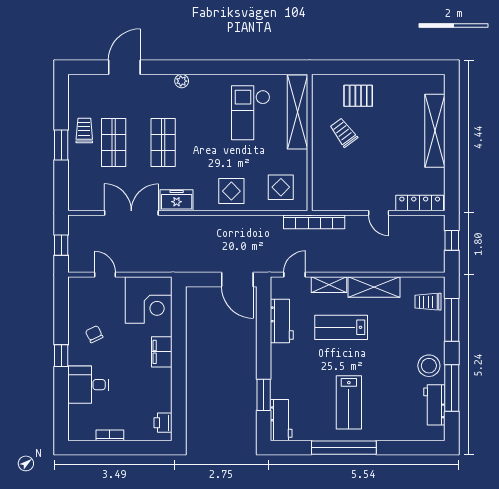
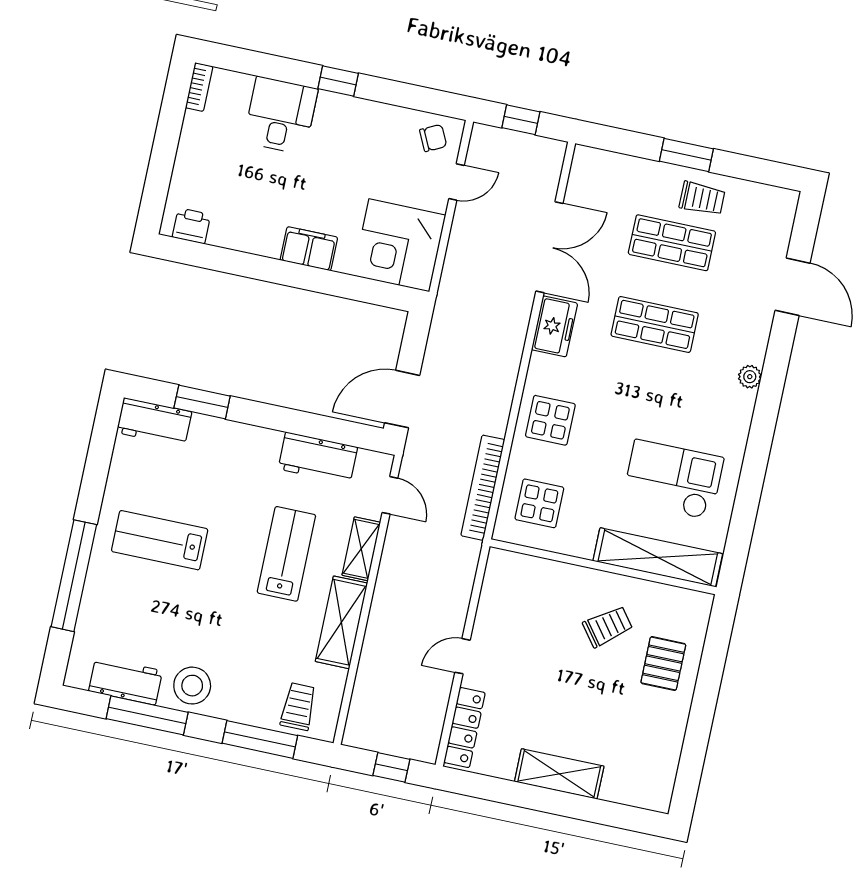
shelving: (435, 131) -> (559, 774), width x0.68
bookcase: (314, 222) -> (483, 488), moved
chair: (94, 334) -> (433, 138), moved
bookcase: (110, 435) -> (199, 87), moved
window: (344, 448) -> (74, 576), moved

